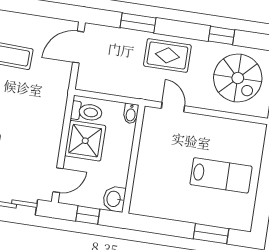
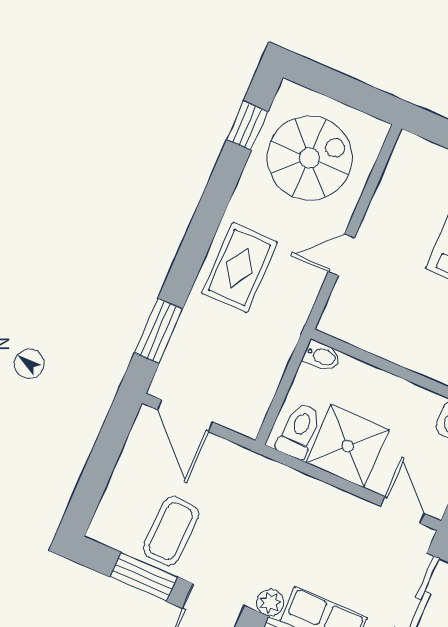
window: (138, 23) -> (159, 331), moved
window: (222, 35) -> (247, 125), moved
door: (173, 107) -> (341, 255), moved

